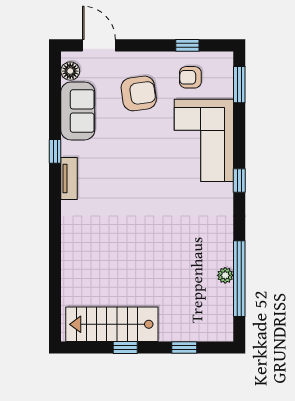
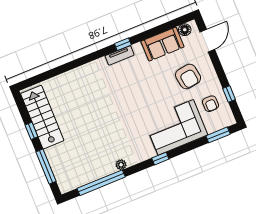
armchair: (190, 77) -> (211, 104), turned 180
window: (55, 151) -> (123, 44), moved
plant: (225, 275) -> (121, 165), moved
window: (184, 348) -> (46, 167), width x2.17

